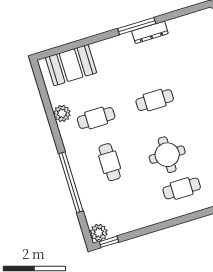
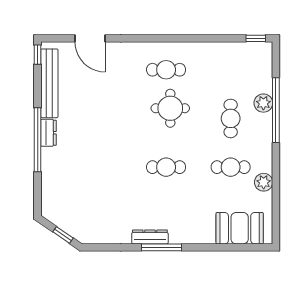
plant: (99, 233) -> (263, 103), moved

